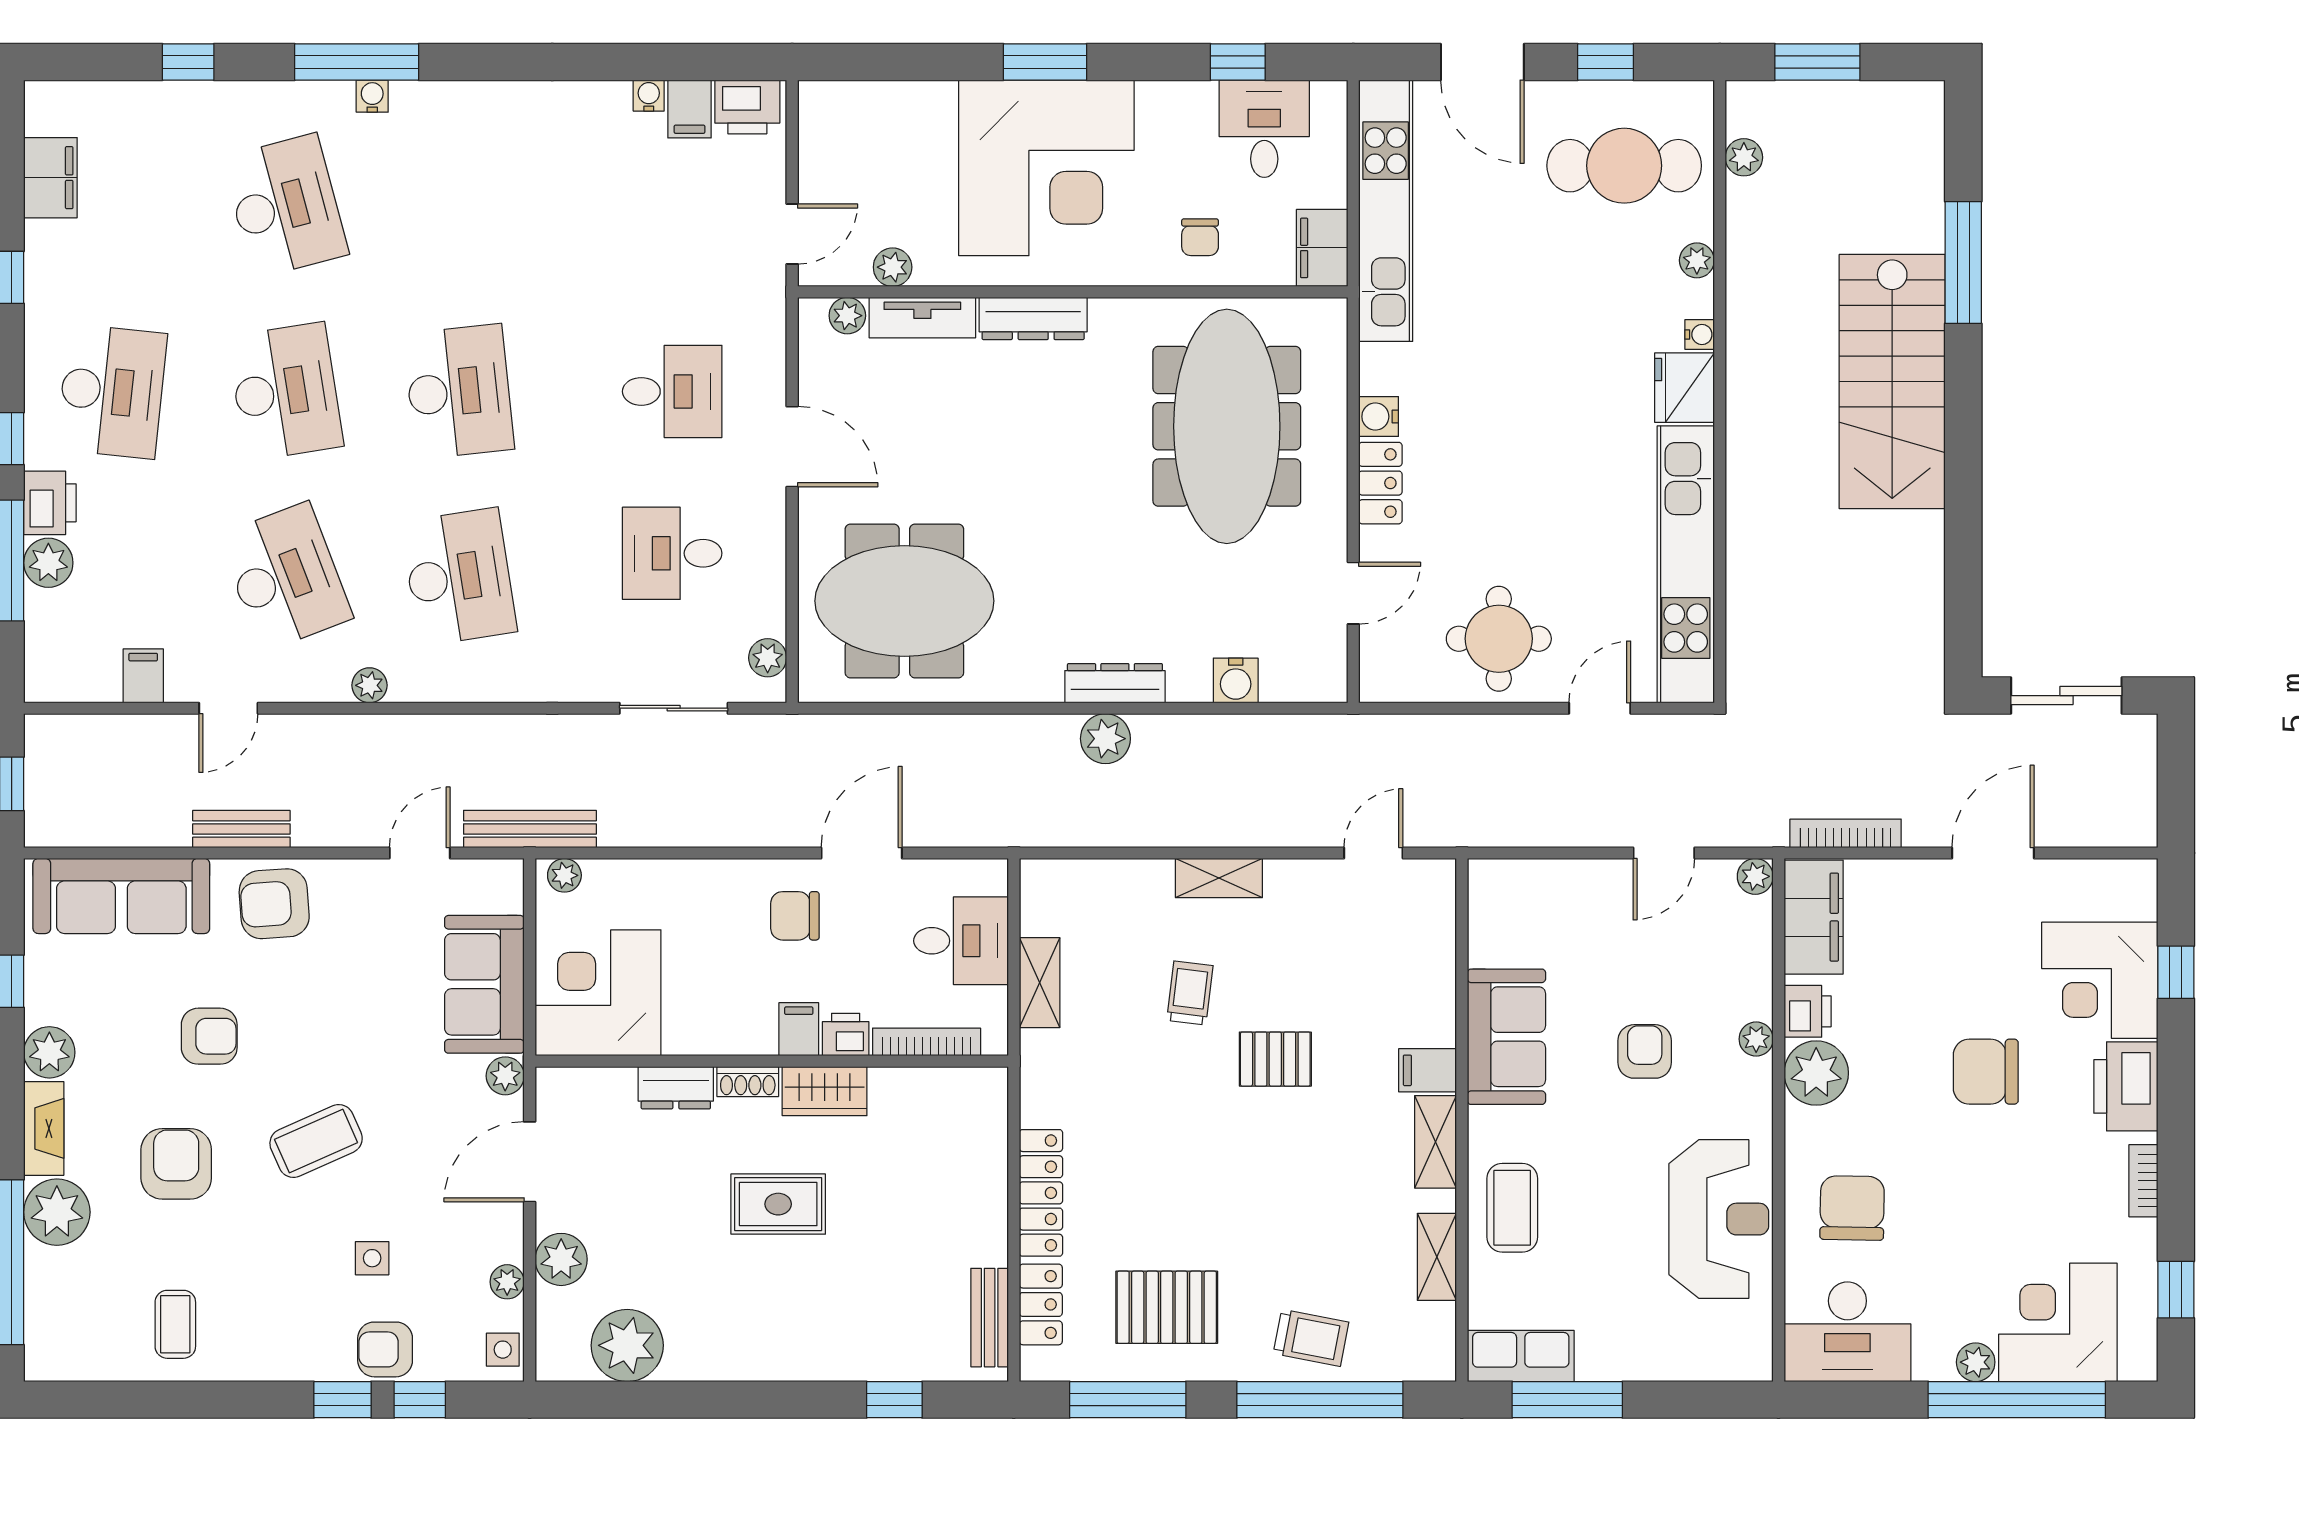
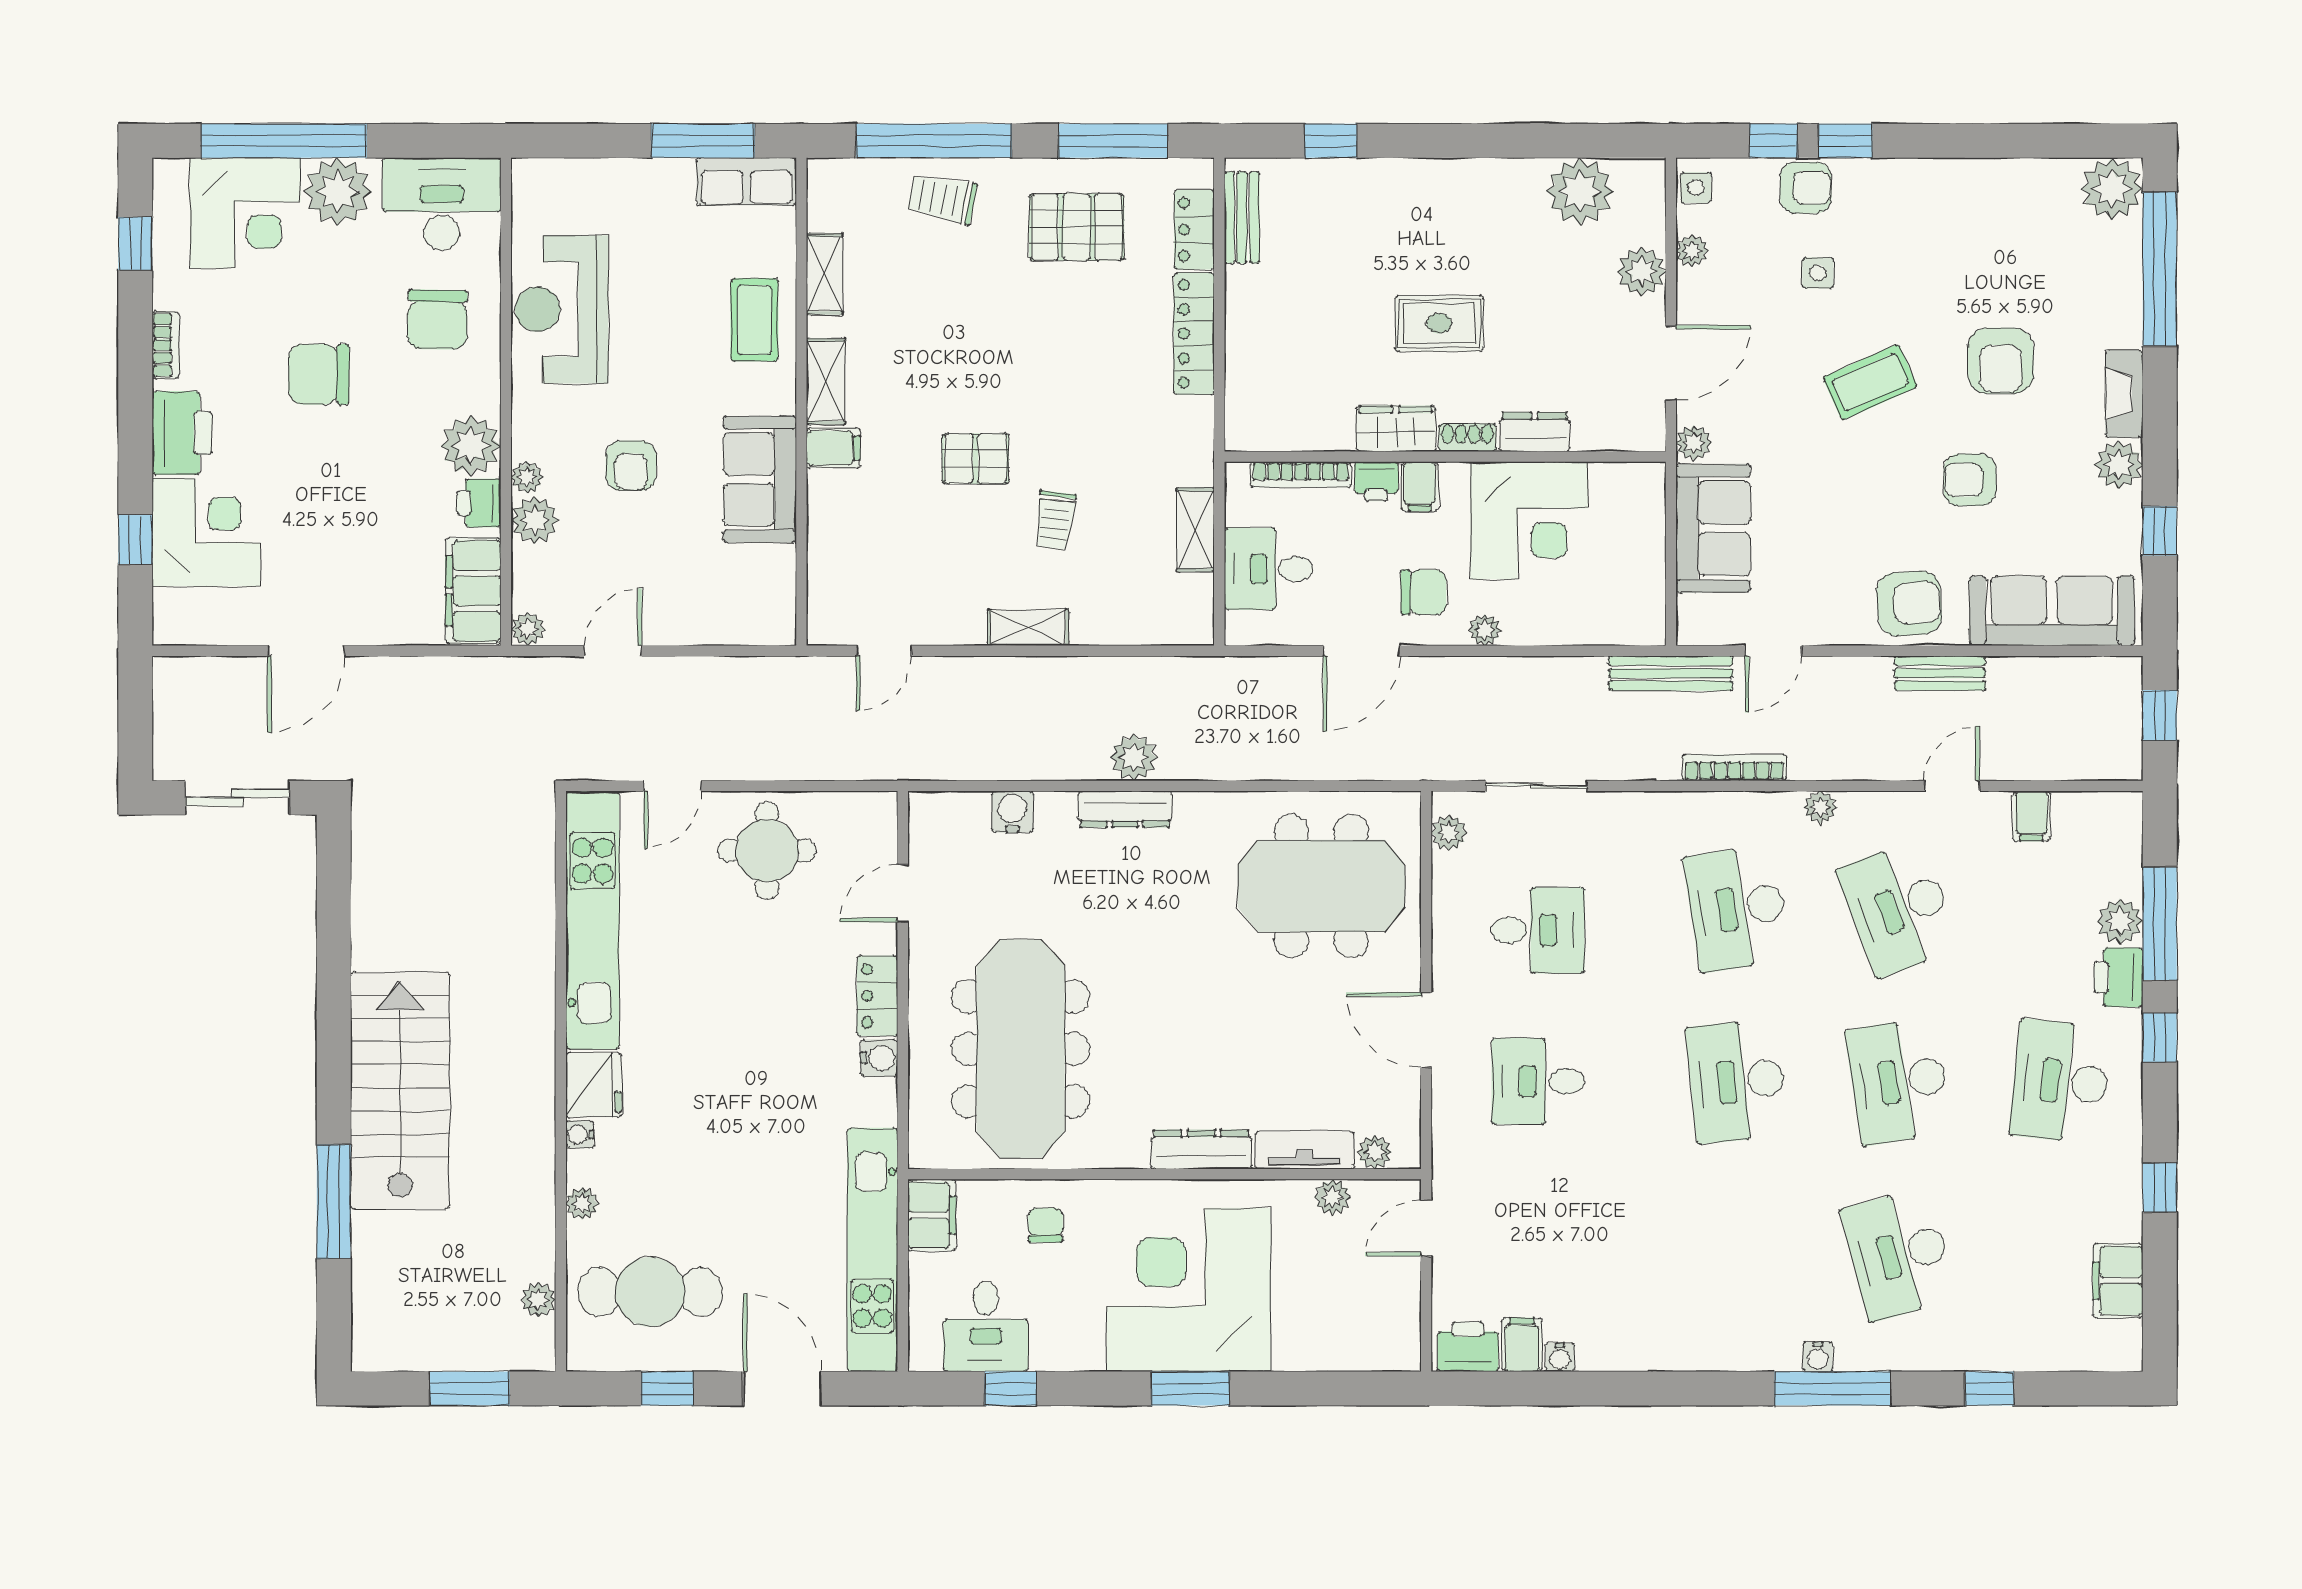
bookcase: (1846, 833) -> (1734, 767), moved, turned 180
plant: (564, 875) -> (1485, 630), moved
corner desk: (598, 993) -> (1529, 520), moved
plant: (1748, 993) -> (535, 520), added
chair: (1986, 1072) -> (319, 374), moved, turned 180
plant: (57, 1212) -> (2112, 189), moved
coffee table: (175, 1324) -> (2001, 211), removed
plant: (1976, 1362) -> (338, 192), width x1.87, depth x1.87

